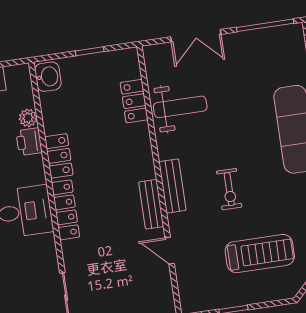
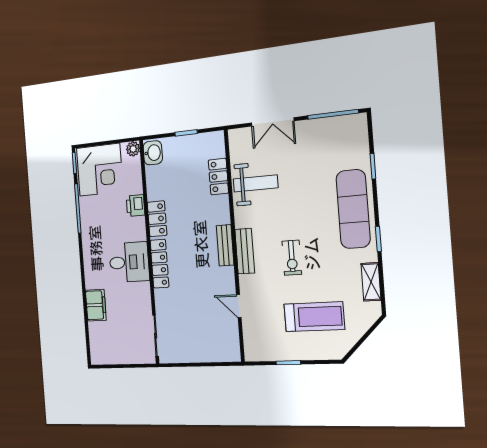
plant: (28, 118) -> (133, 149), moved
bench: (151, 204) -> (225, 245), moved

